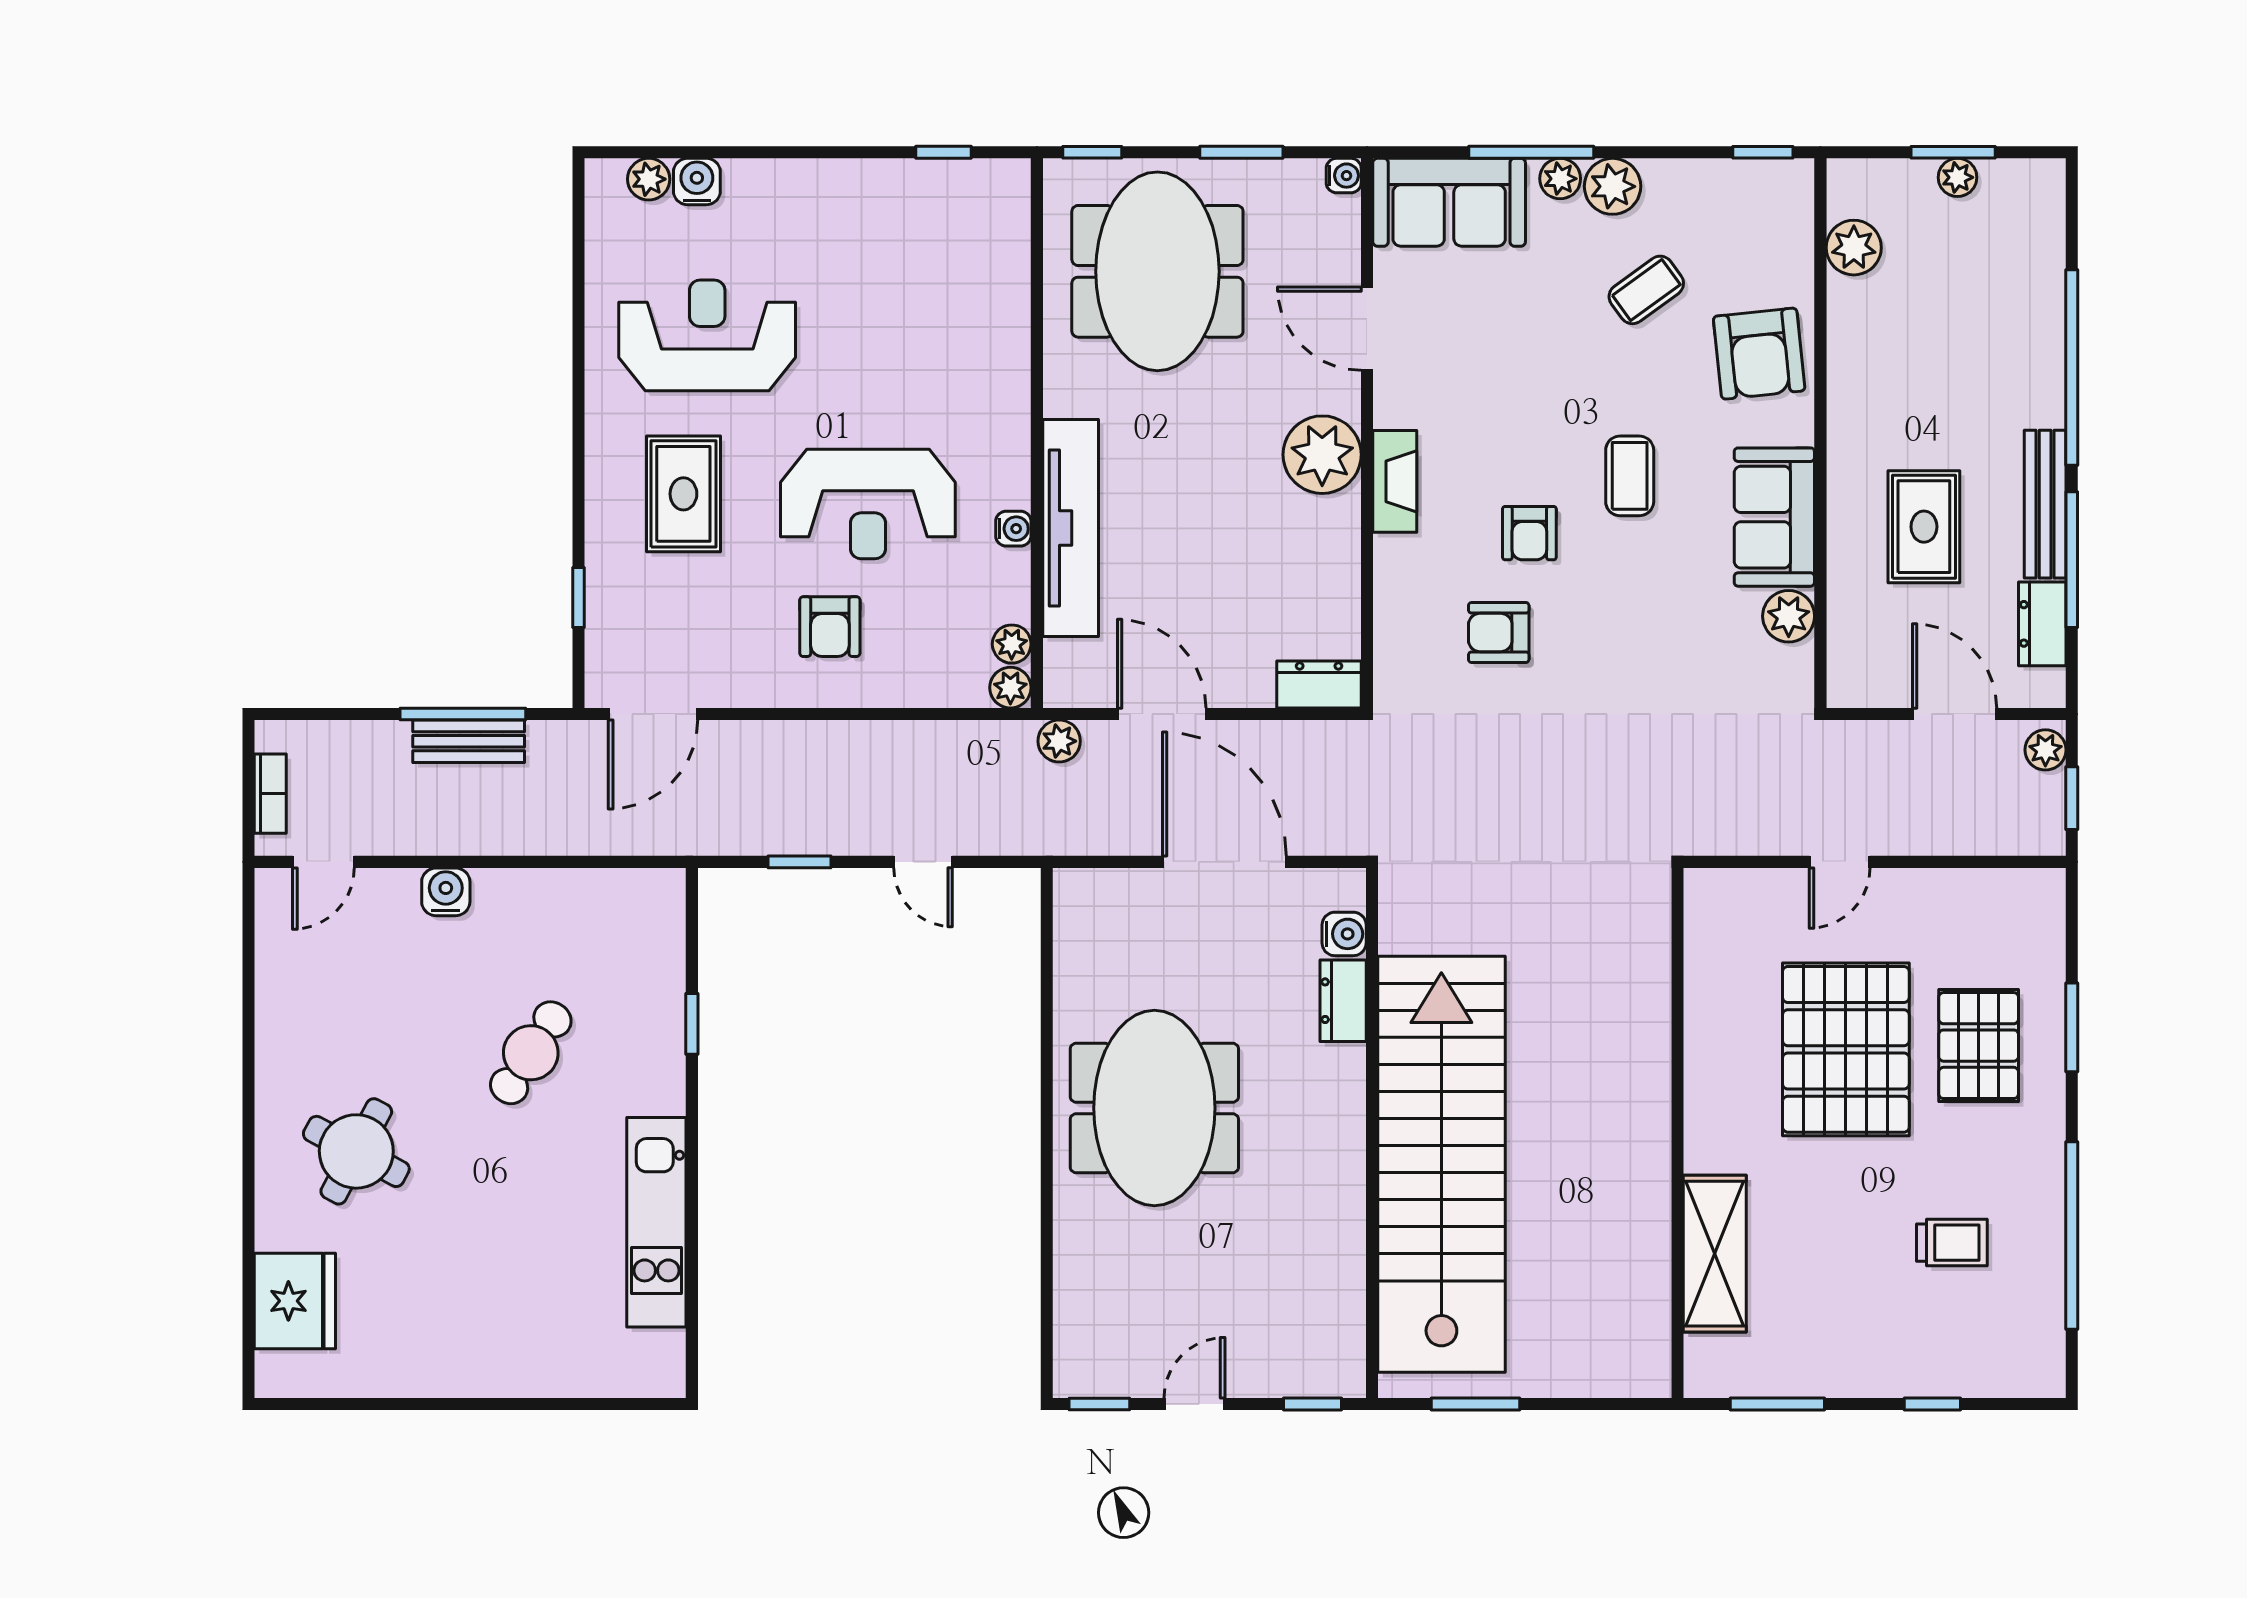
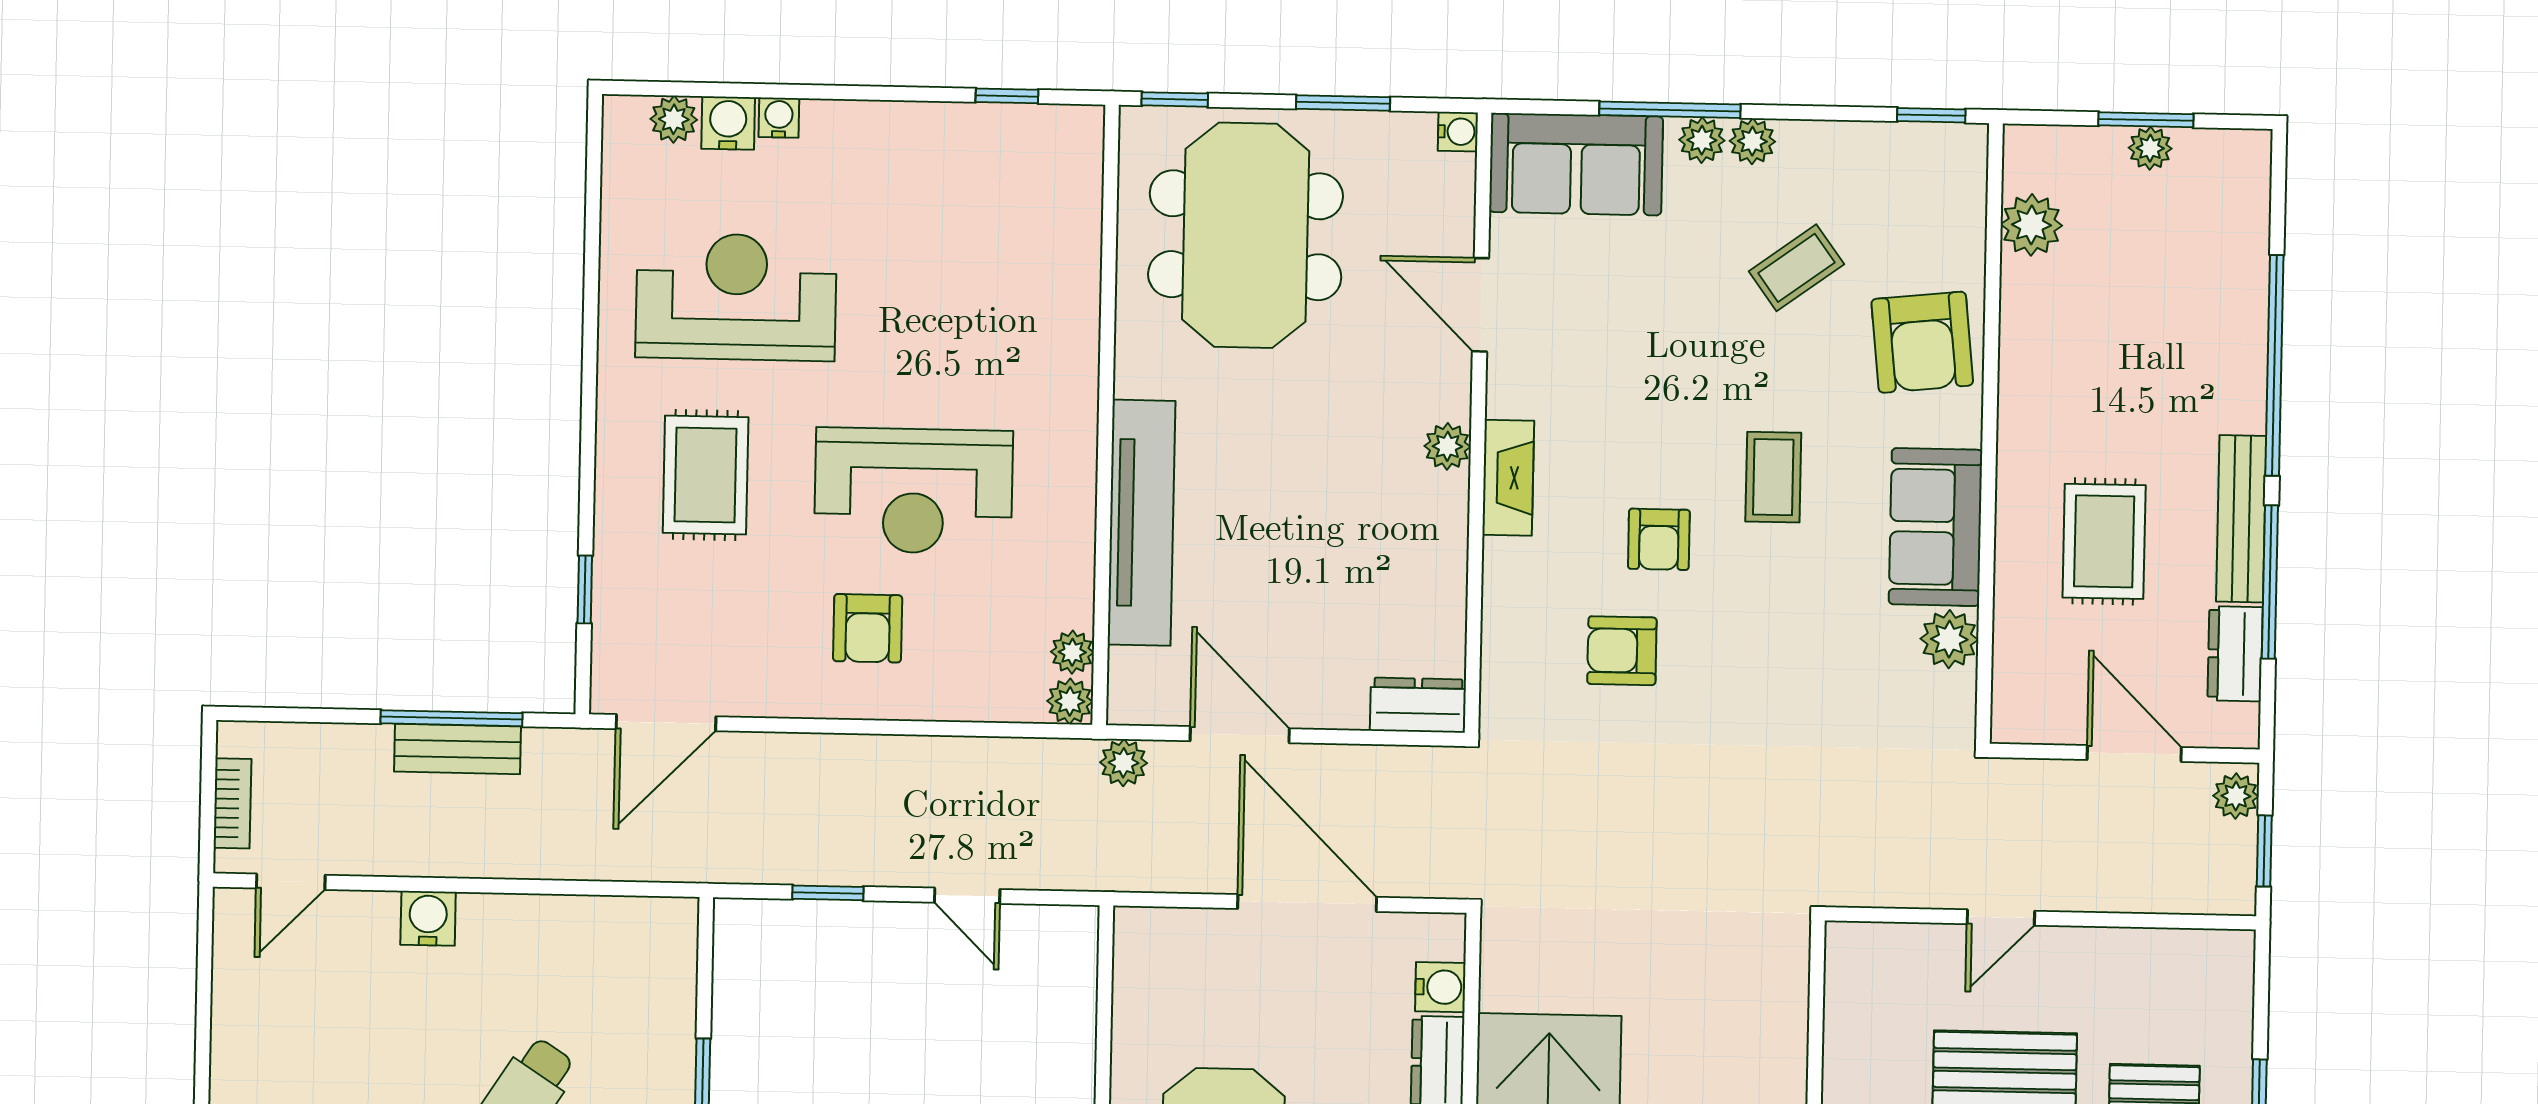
plant: (1613, 186) -> (1752, 141), width x0.73, depth x0.73
plant: (1322, 455) -> (1447, 446), width x0.53, depth x0.53
water cooler: (1013, 529) -> (779, 118), moved, turned -90

